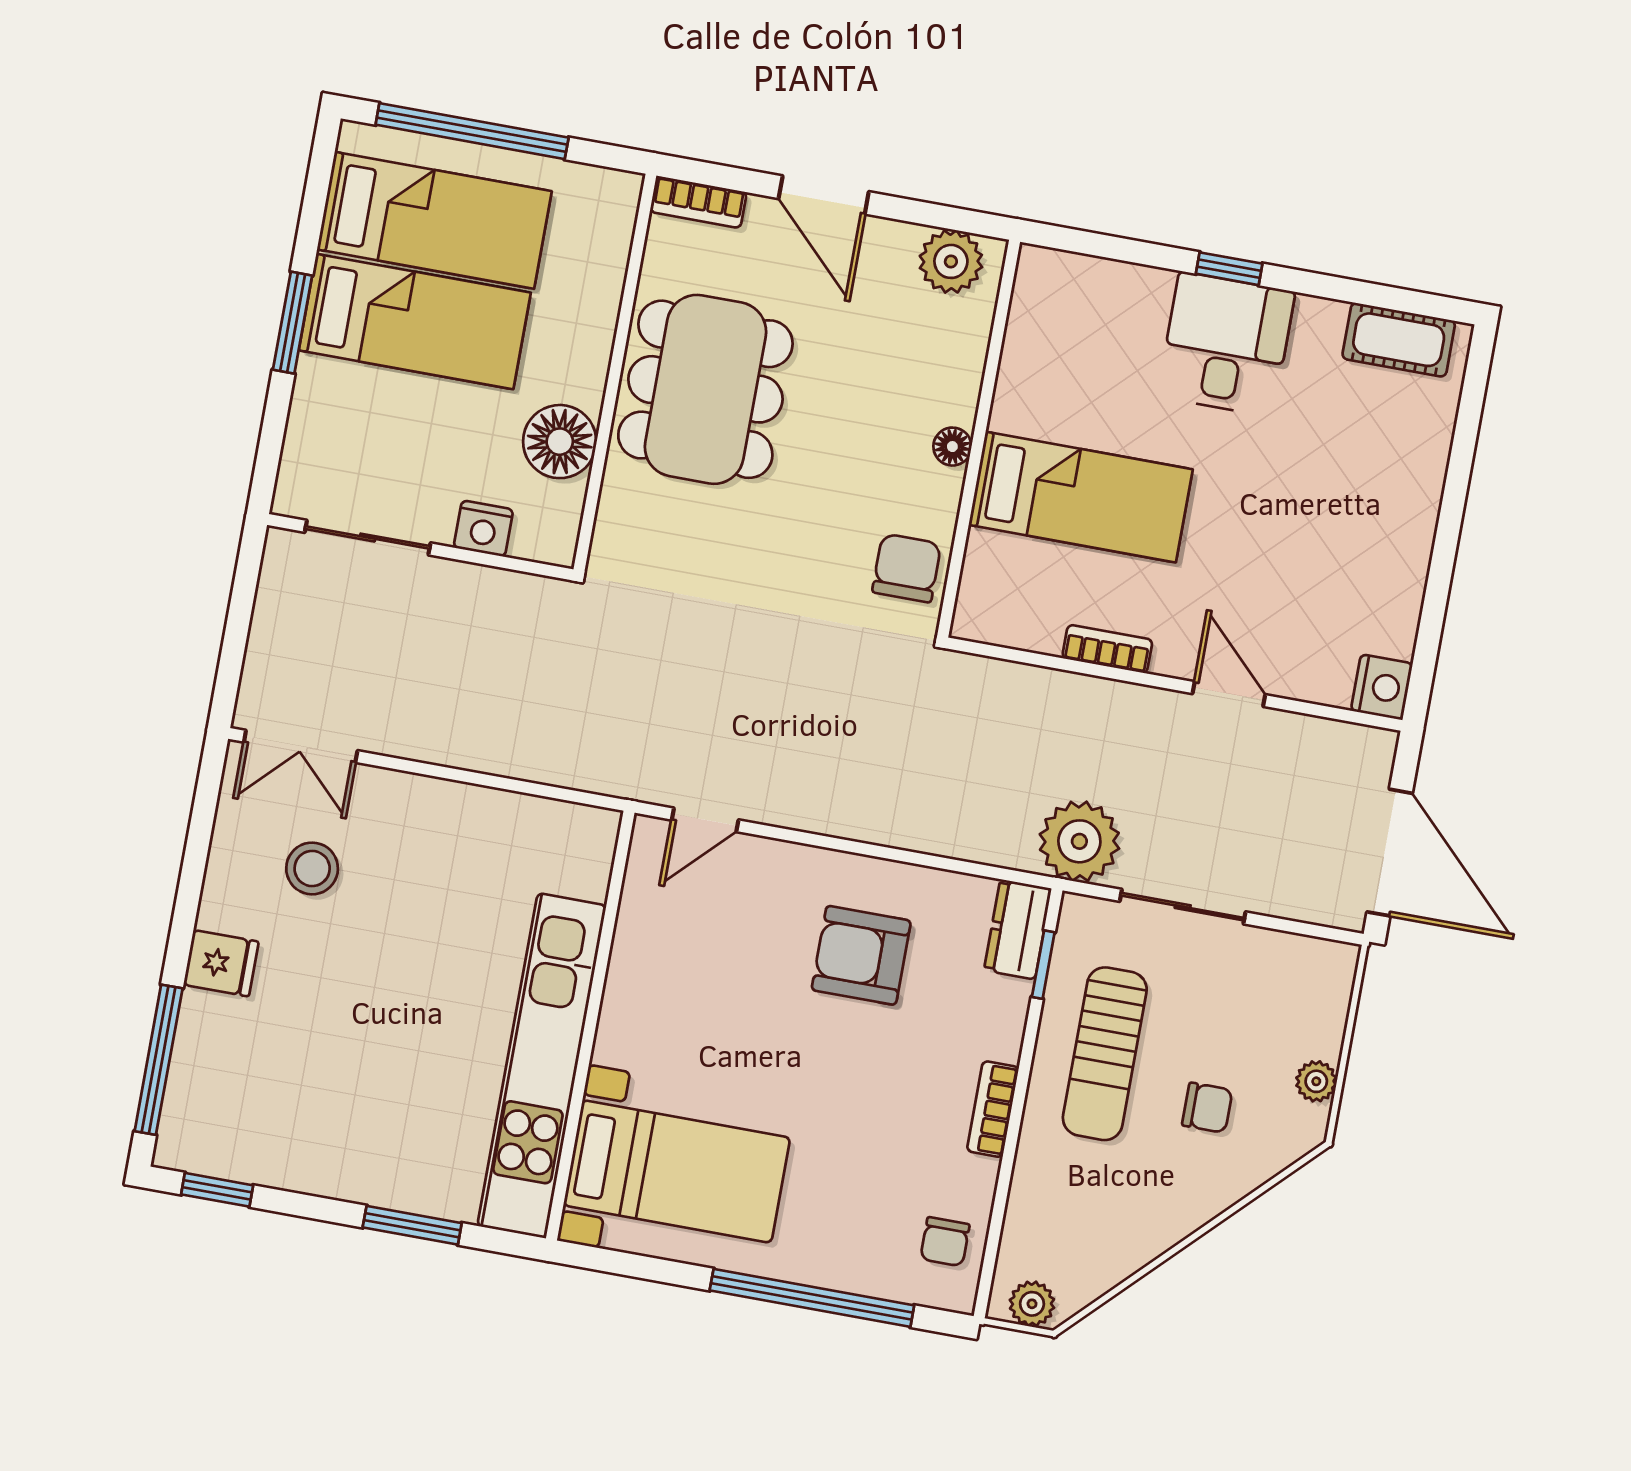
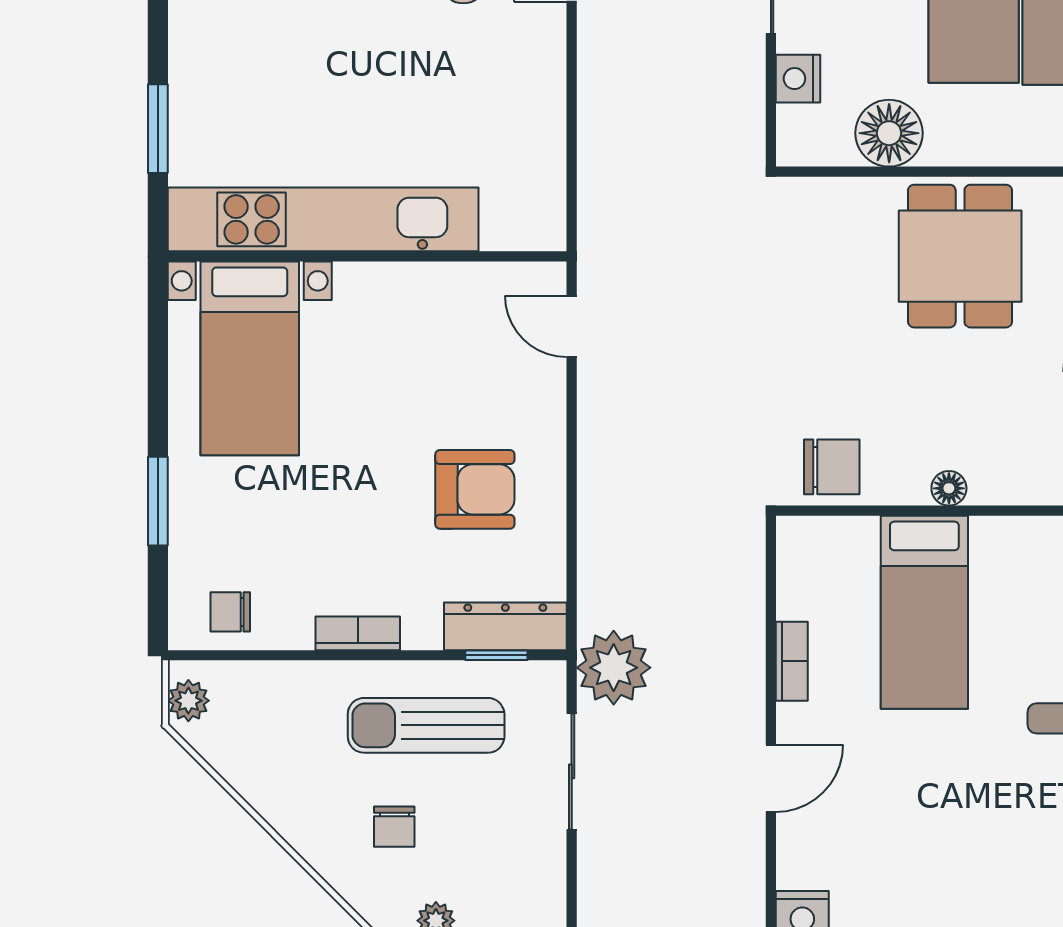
dining table: (705, 389) -> (960, 256), width x0.73
dresser: (1018, 929) -> (505, 626), width x1.44
armchair: (861, 955) -> (475, 489), turned 90
window: (812, 1298) -> (158, 501), width x0.47

